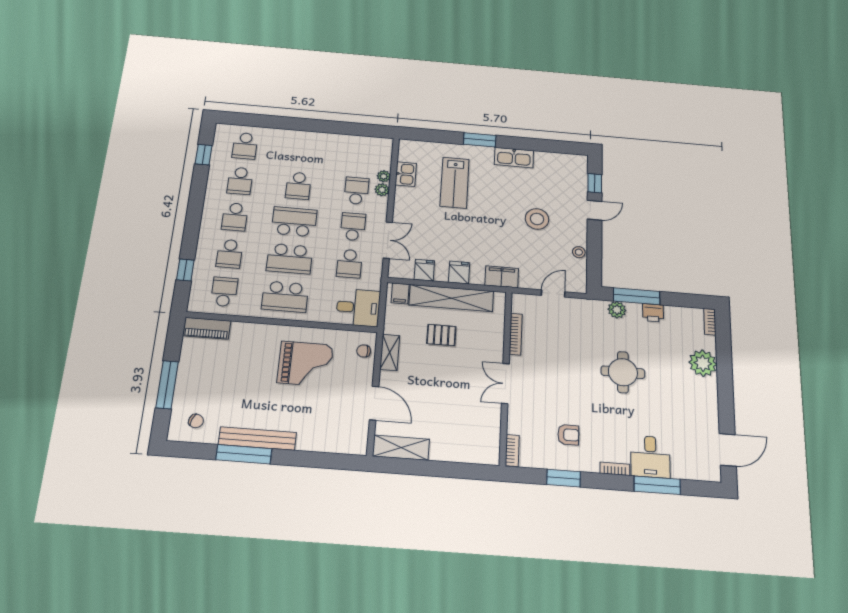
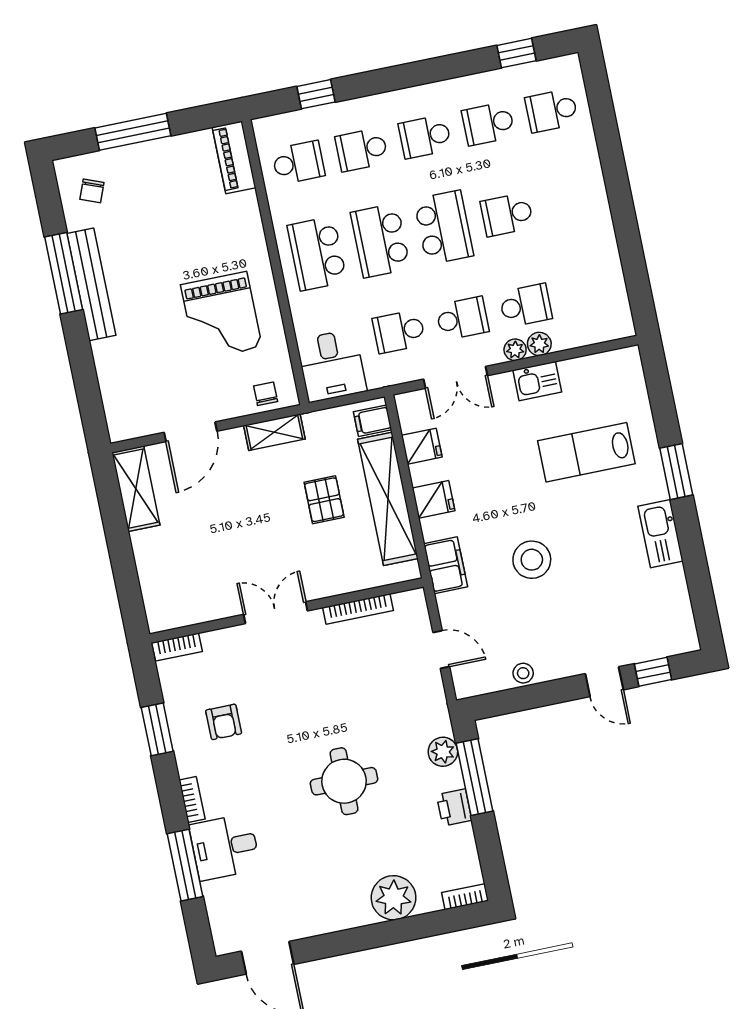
kitchen sink: (406, 174) -> (537, 381), moved
plant: (384, 176) -> (515, 350), moved
stool: (537, 219) -> (532, 560), moved

